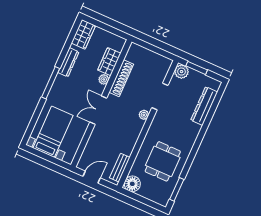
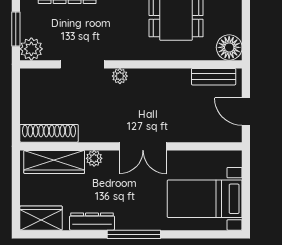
wardrobe: (109, 62) -> (54, 162), width x1.50
shoe rack: (121, 78) -> (49, 133), moved

